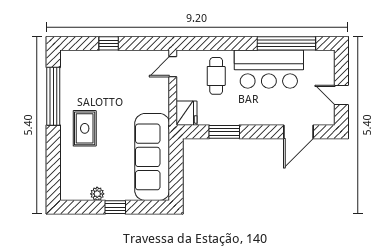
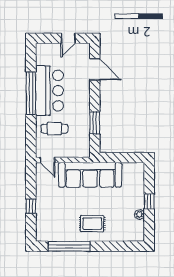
window: (286, 43) -> (31, 93), moved
fridge: (187, 113) -> (81, 150), removed
sofa: (152, 157) -> (90, 175), moved

